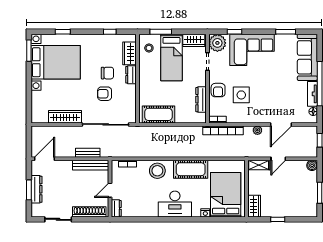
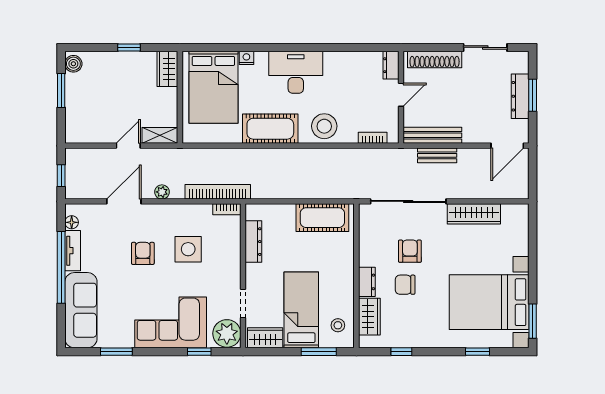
armchair: (218, 90) -> (143, 253), moved
armchair: (105, 94) -> (410, 251), turned -90
boiler: (312, 165) -> (73, 64), moved

